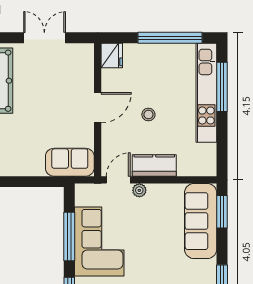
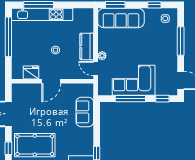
fridge: (112, 55) -> (31, 72), moved
door: (98, 108) -> (51, 81), swing flipped
sofa: (70, 162) -> (85, 112), moved

